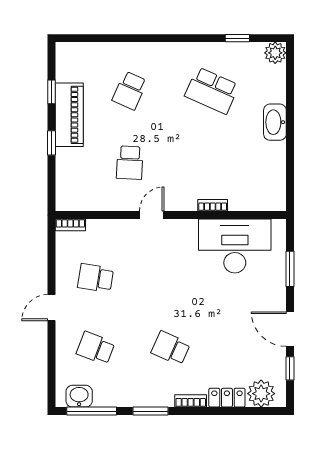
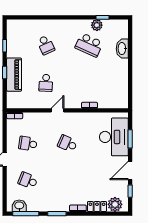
plant: (275, 53) -> (97, 25), moved
school desk: (130, 91) -> (46, 45), turned -48
piano: (69, 115) -> (14, 75), moved
washbasin: (275, 122) -> (122, 49), moved
desk: (235, 246) -> (114, 137), moved, turned 90
door: (290, 329) -> (130, 171), hinge flipped
school desk: (171, 348) -> (67, 144), moved

